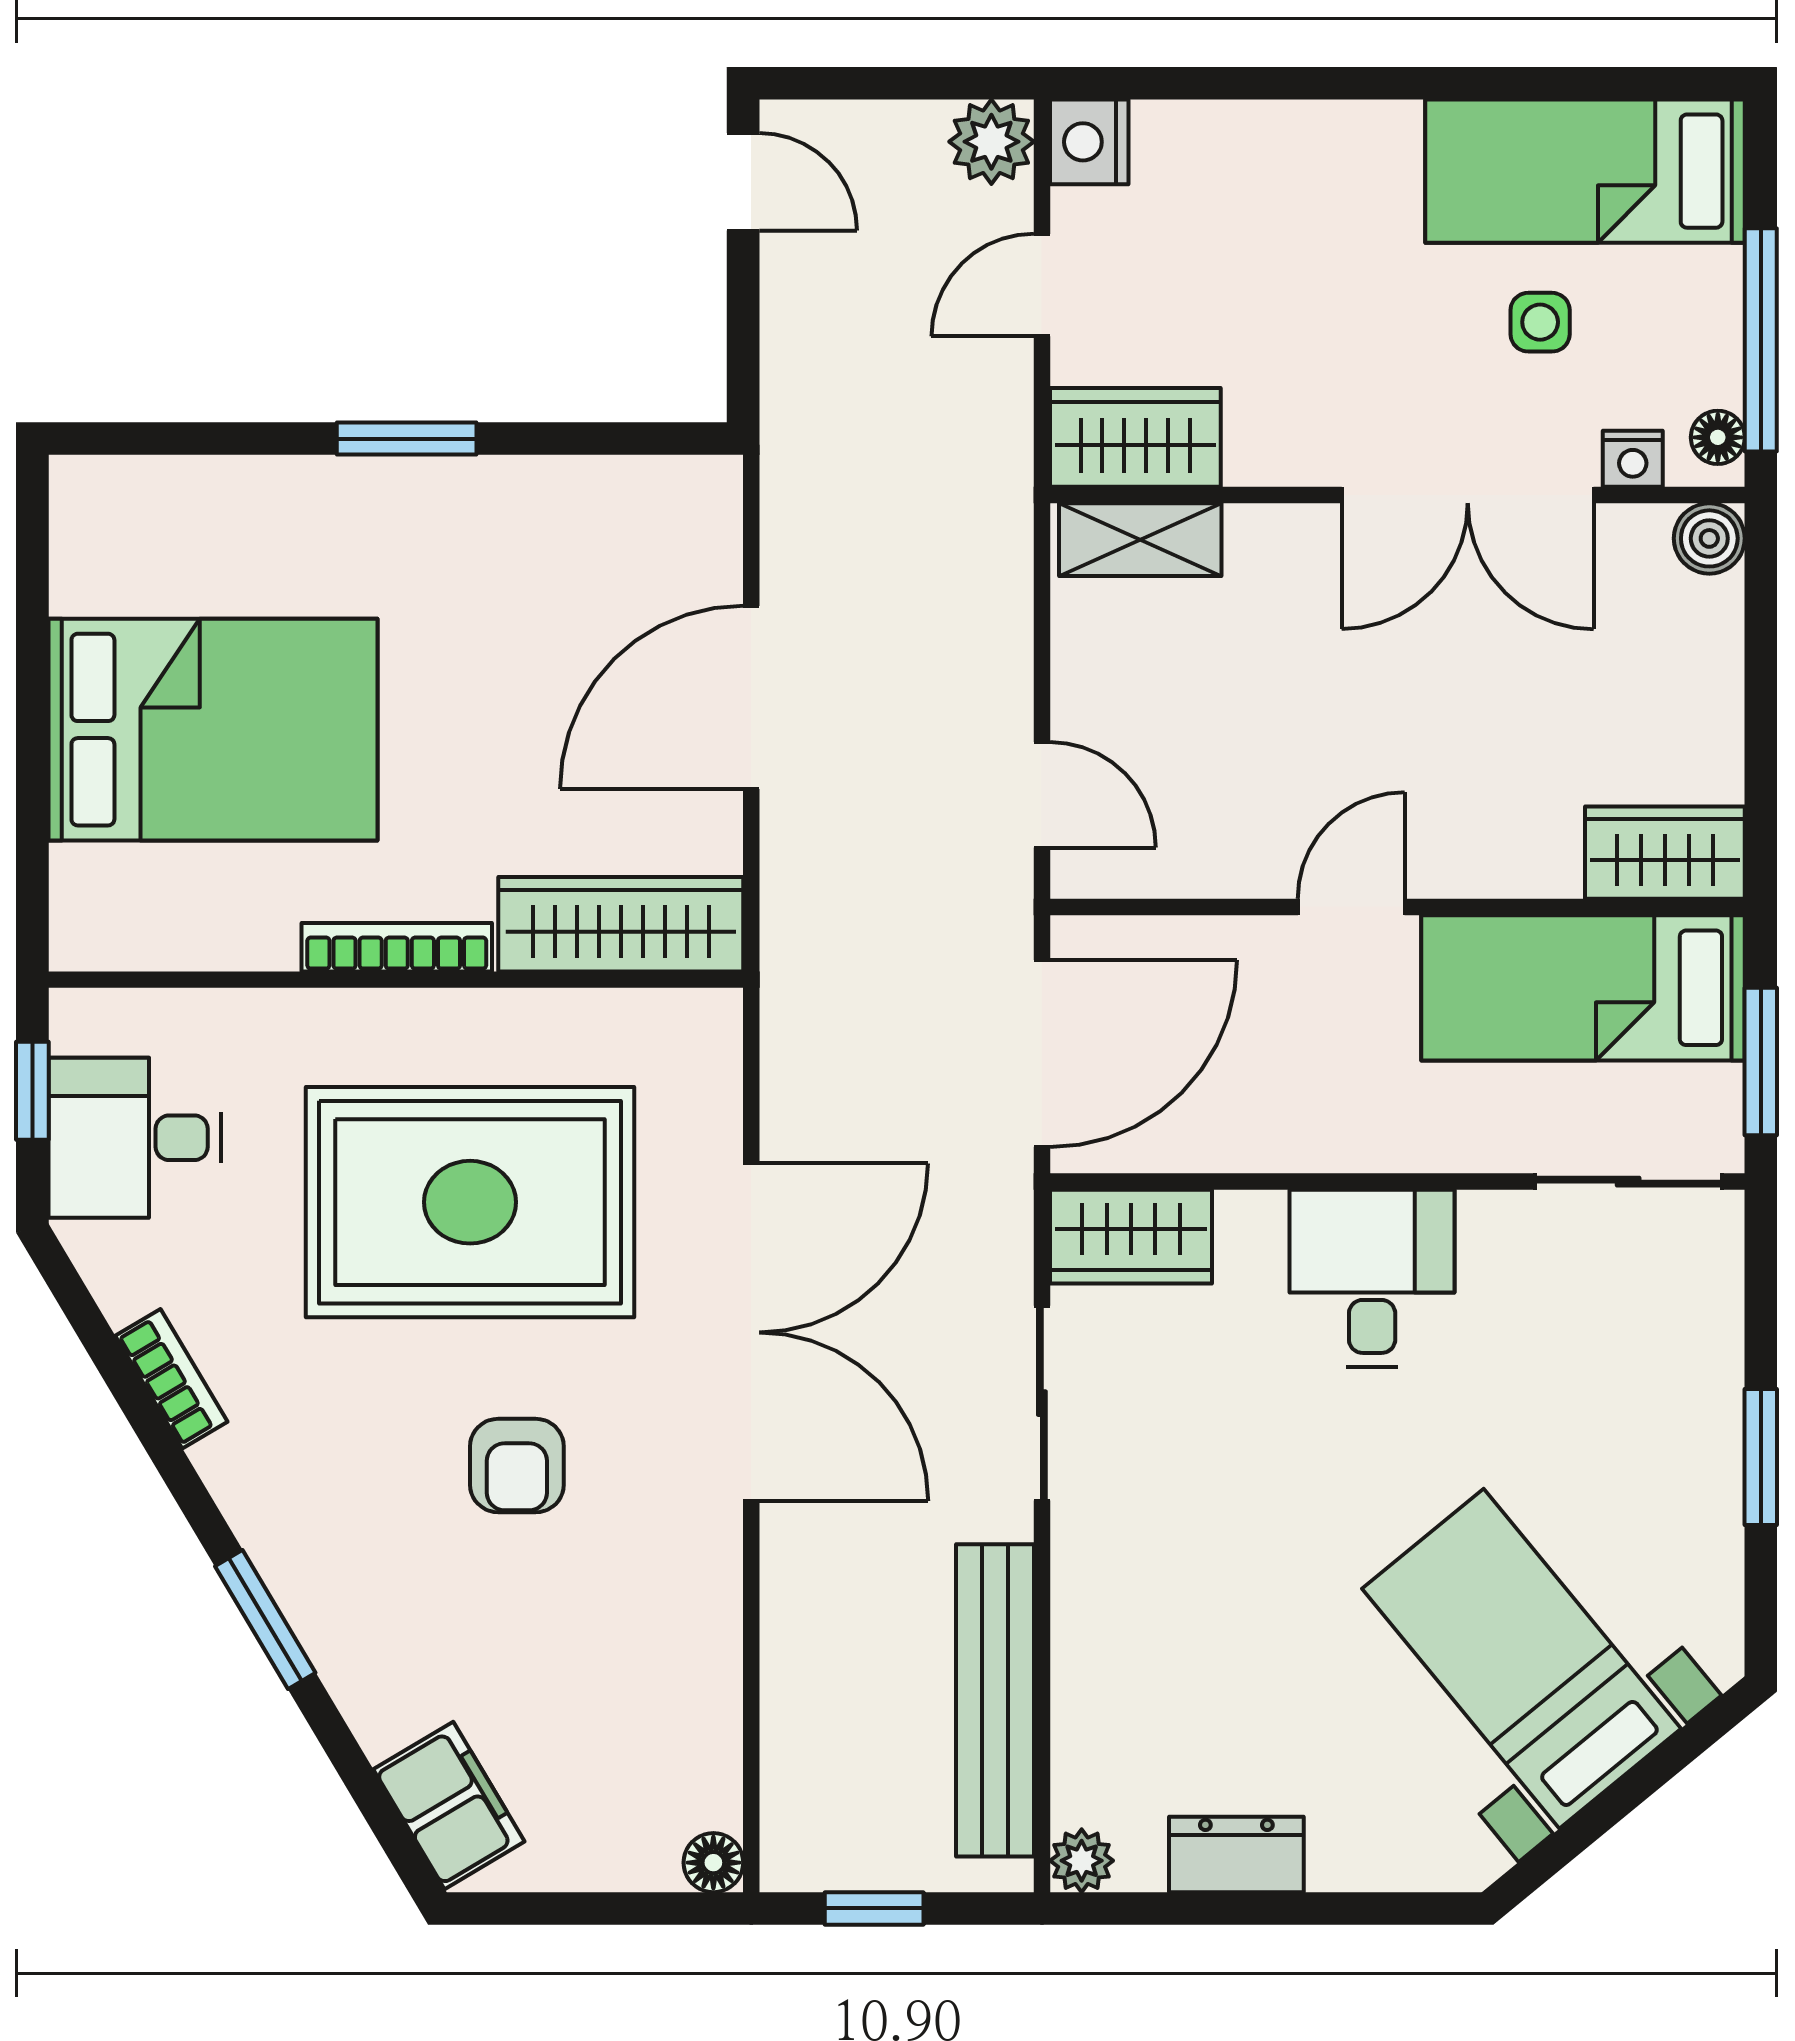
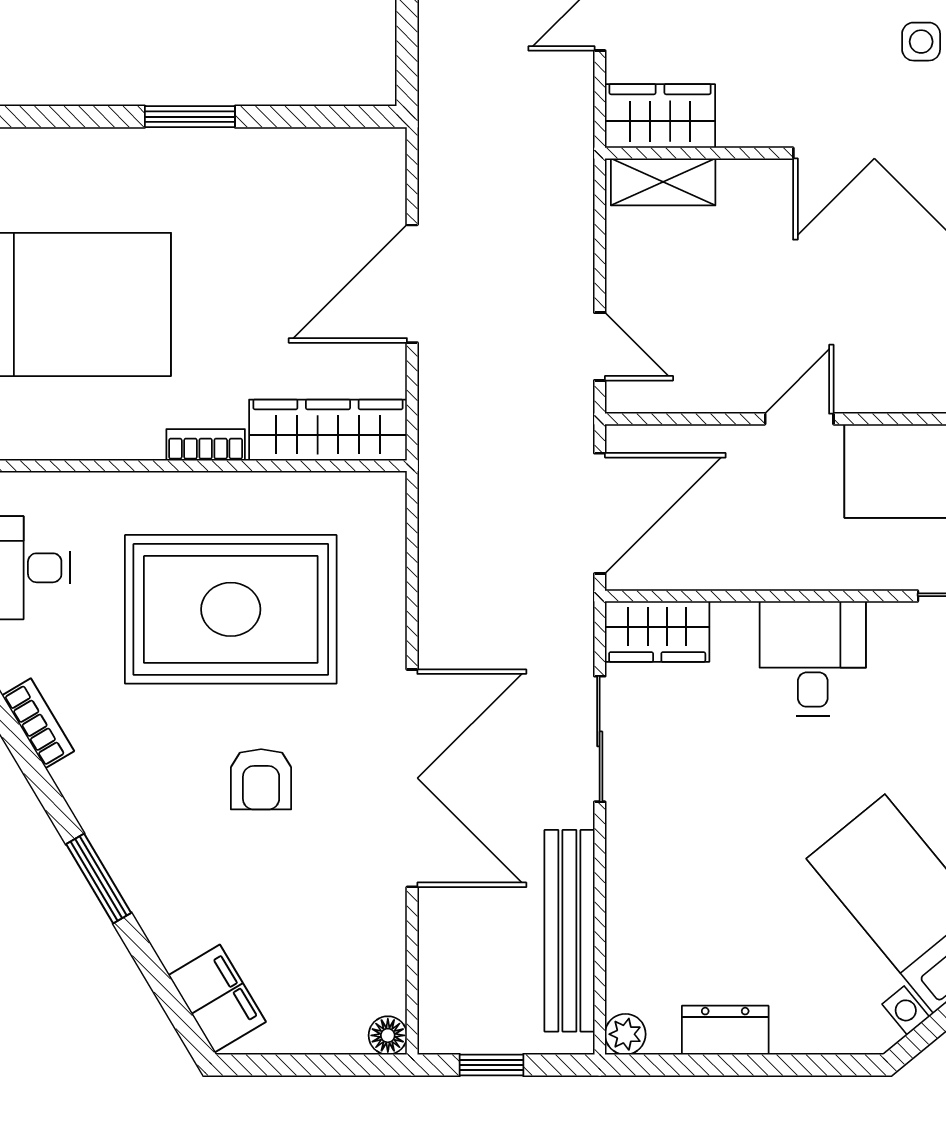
bookcase: (397, 947) -> (206, 445), width x0.64
double door: (751, 1332) -> (412, 778), moved

